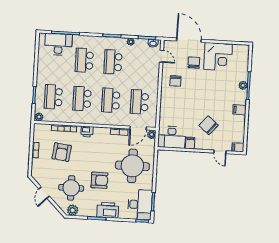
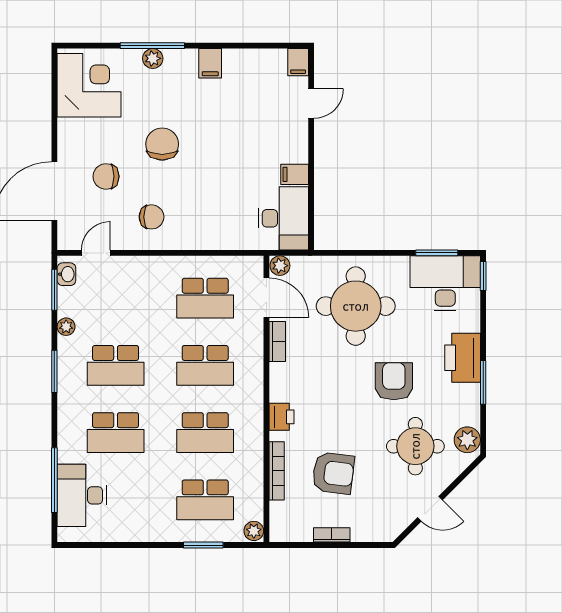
corner desk: (218, 57) -> (89, 85), moved
chair: (209, 125) -> (162, 144), moved, turned 140

